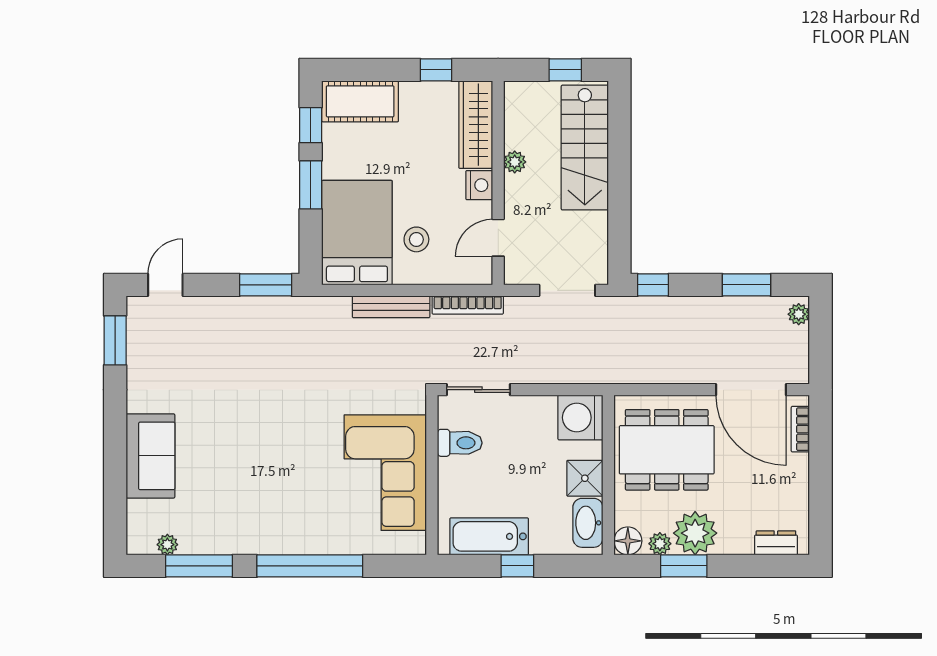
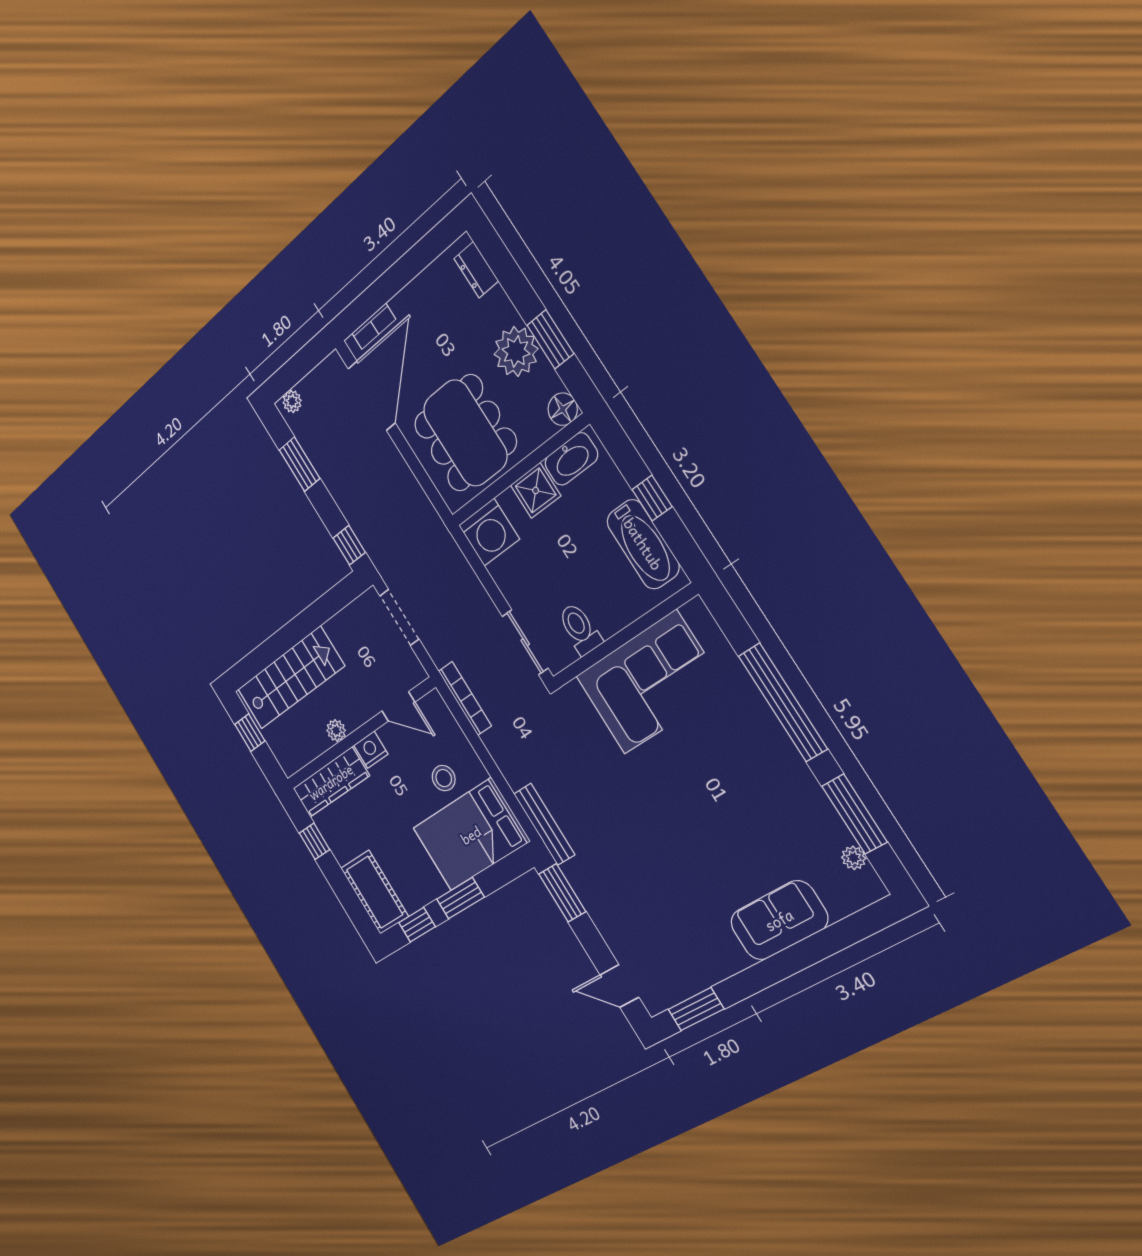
bench: (391, 307) -> (544, 824), moved
plant: (660, 544) -> (546, 377), removed

